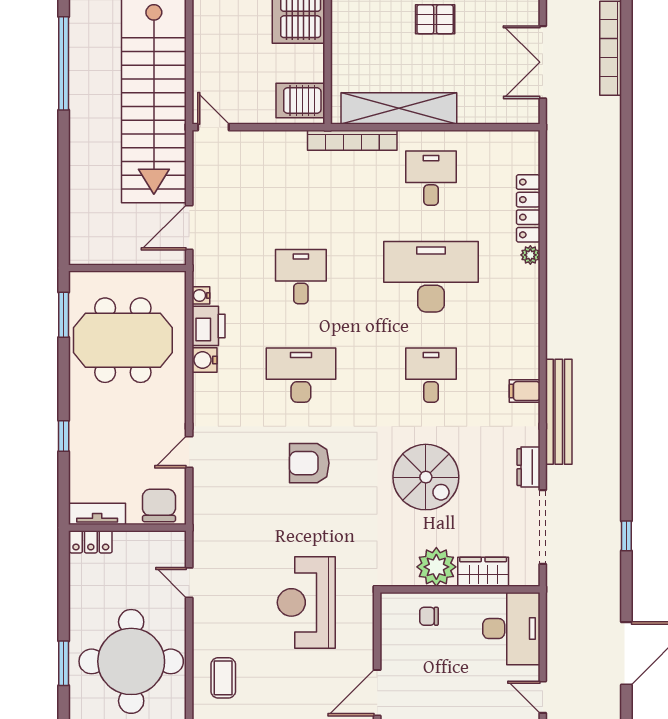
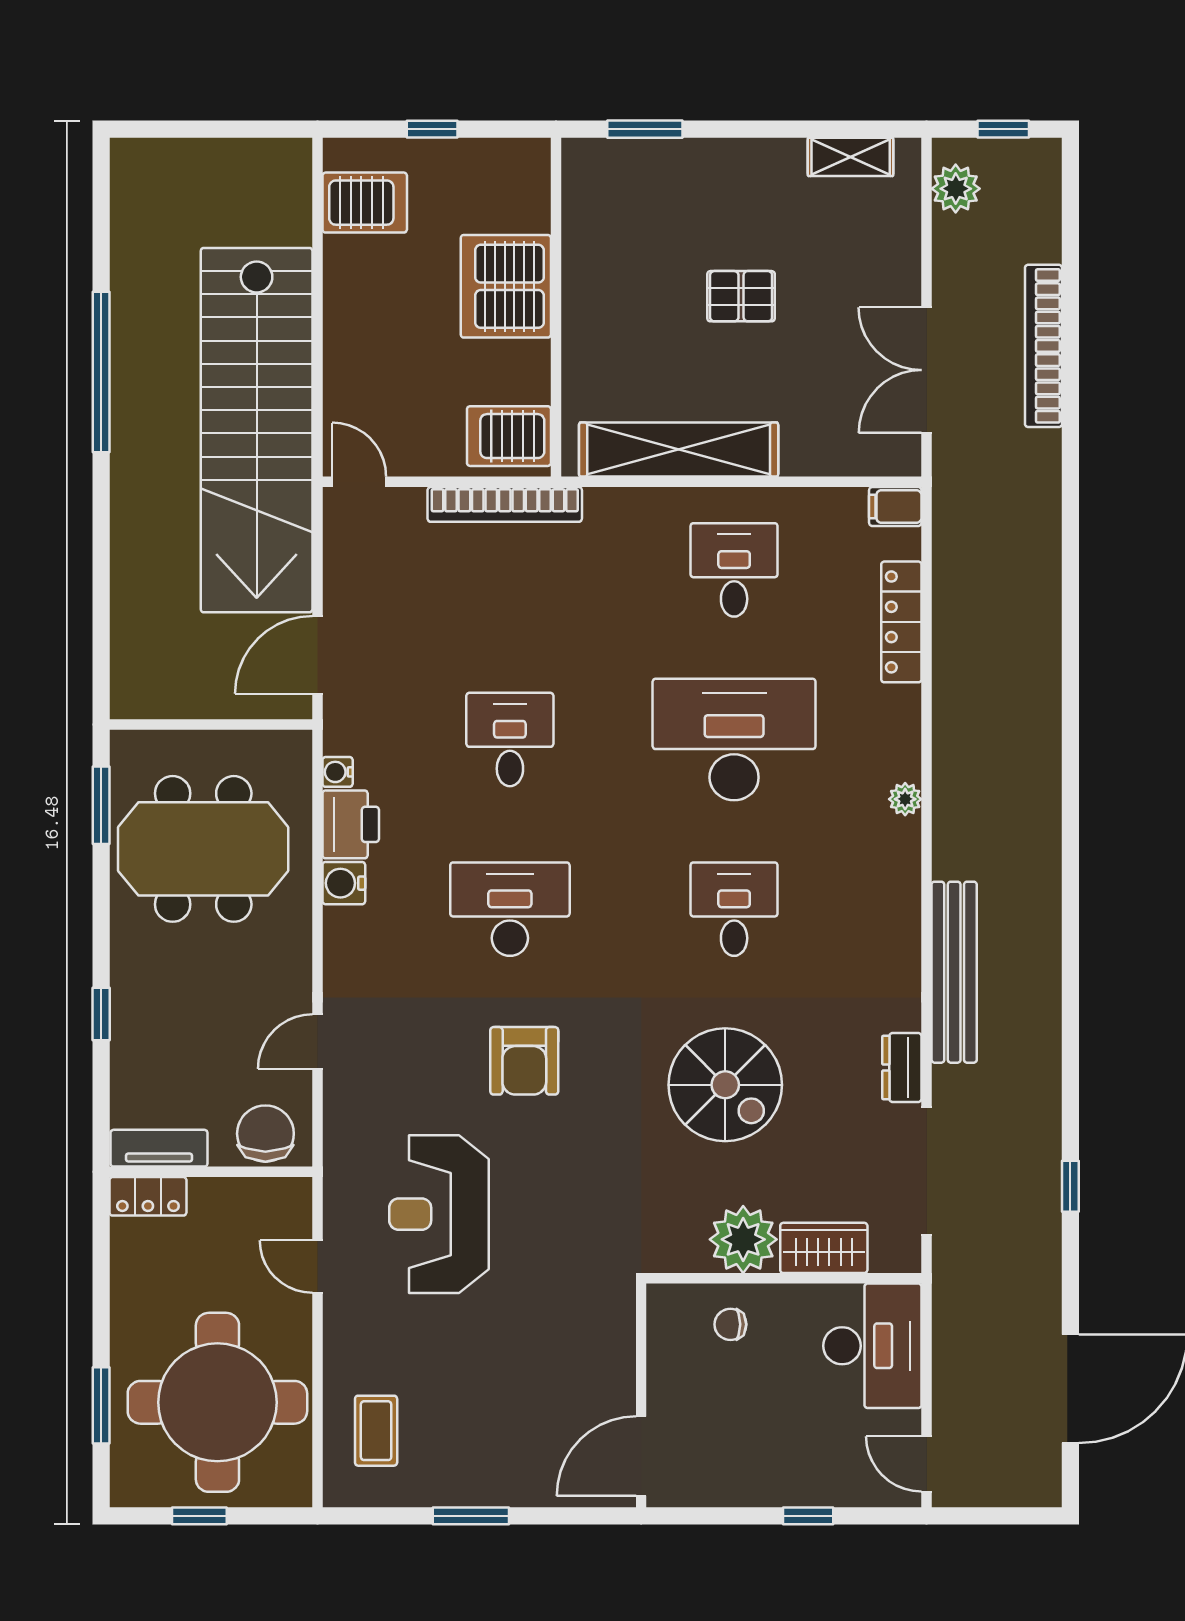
bookcase: (352, 140) -> (505, 504), moved
plant: (530, 255) -> (905, 799), moved
filing cabinet: (525, 391) -> (895, 506), moved
armchair: (309, 463) -> (524, 1061), turned -90
reception desk: (306, 602) -> (439, 1214), moved

